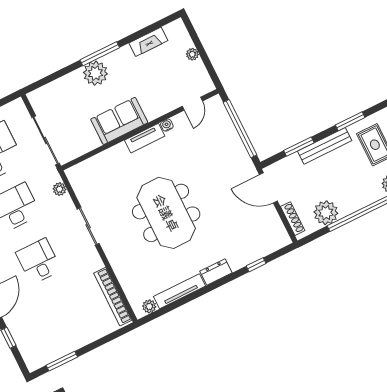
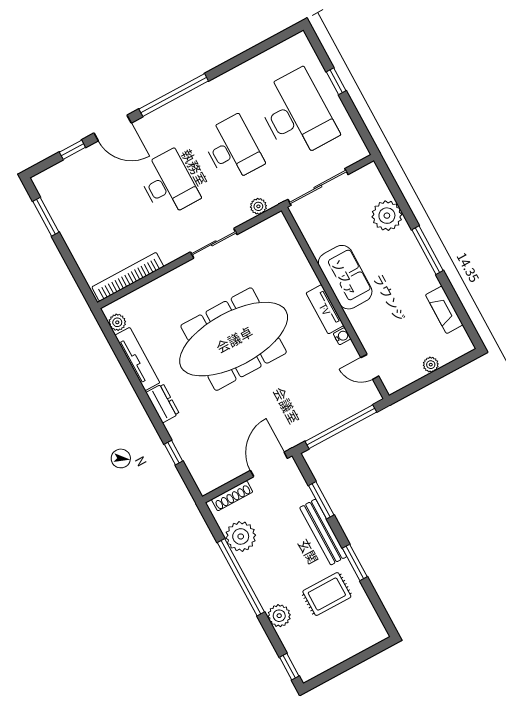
plant: (95, 73) -> (387, 216), moved
meeting table: (166, 213) -> (234, 339), width x1.36
desk: (39, 261) -> (168, 183), width x1.37

